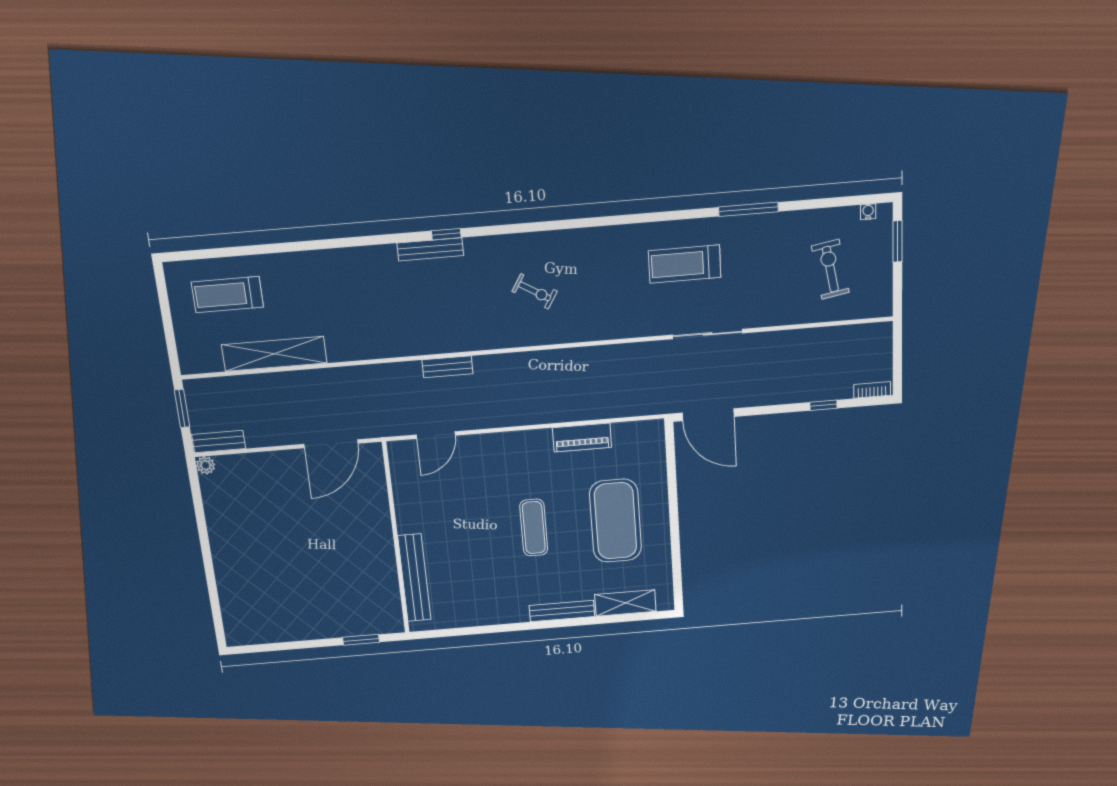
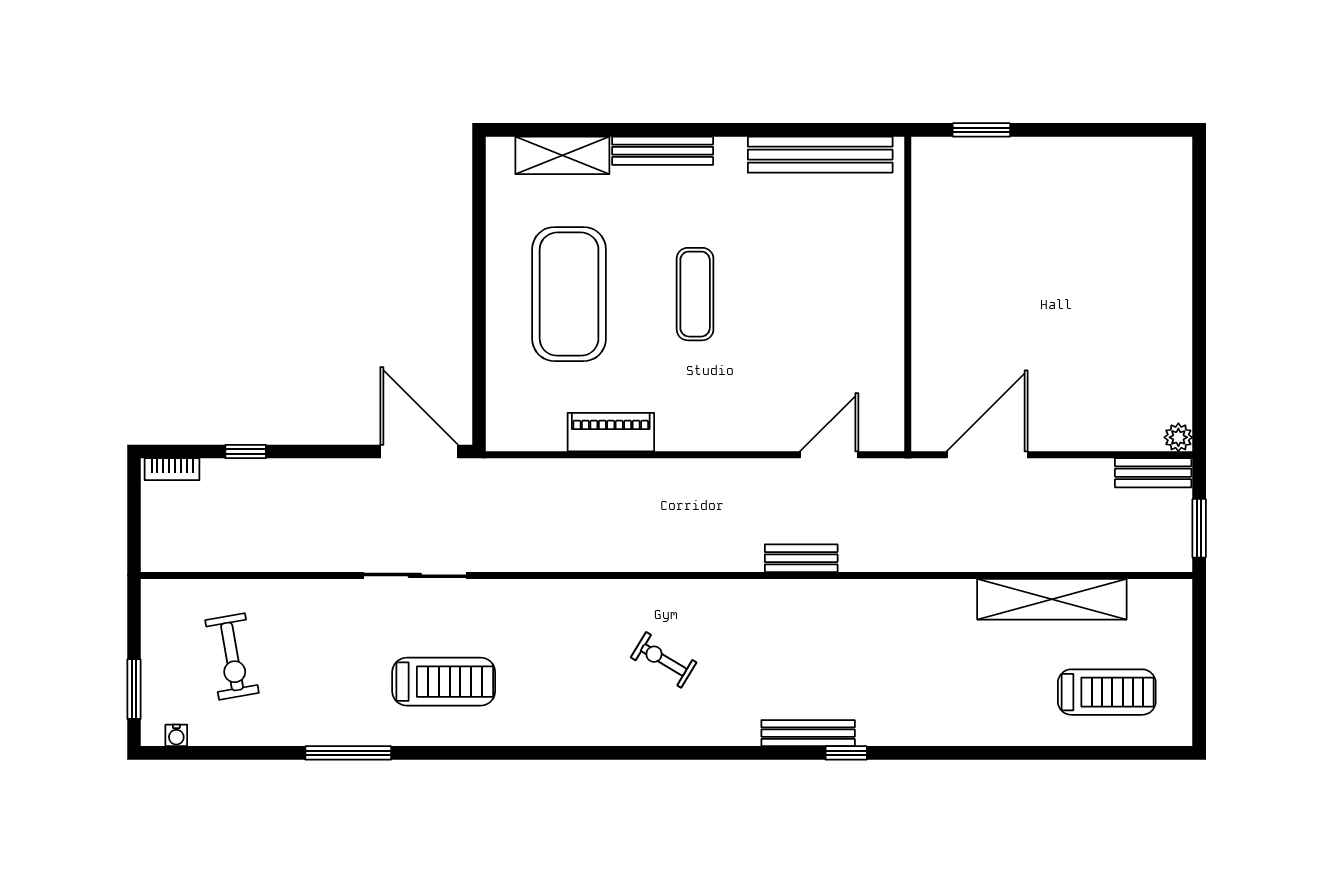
window: (446, 234) -> (846, 753), moved
bench: (414, 578) -> (820, 155), moved, turned 90

